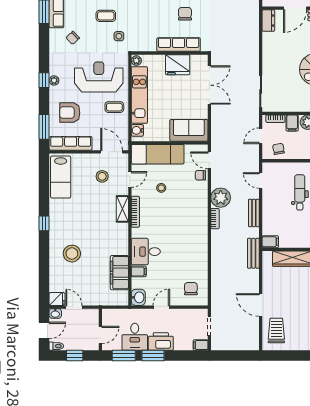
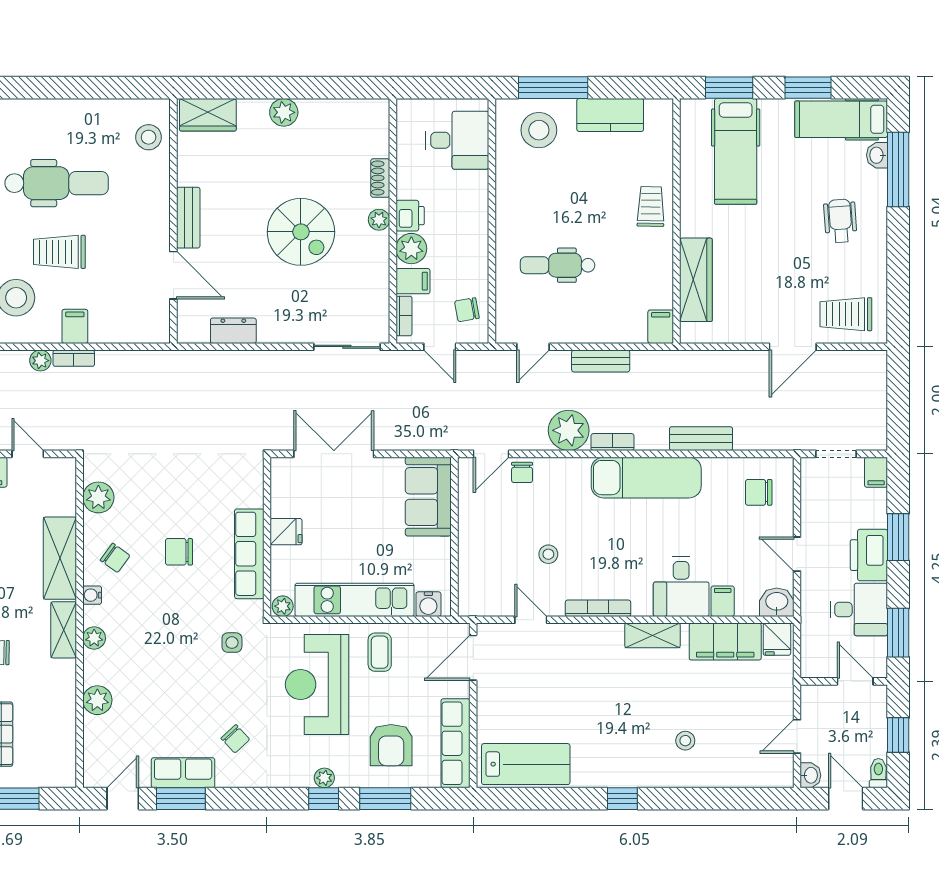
chair: (185, 14) -> (179, 552), moved
coffee table: (106, 16) -> (189, 670), removed
dresser: (268, 21) -> (233, 331), moved
row of seats: (179, 44) -> (249, 554), moved
fridge: (178, 65) -> (286, 532), width x0.53, depth x0.75
window: (44, 127) -> (385, 799), moved
exam couch: (158, 154) -> (646, 478), moved, turned 90
stool: (102, 176) -> (524, 677), removed
shelving: (122, 209) -> (652, 635), moved
bench: (253, 253) -> (701, 439), moved
stool: (72, 254) -> (685, 741), width x0.53, depth x0.53
fridge: (57, 299) -> (777, 639), moved, turned 180
window: (153, 356) -> (898, 537), moved

